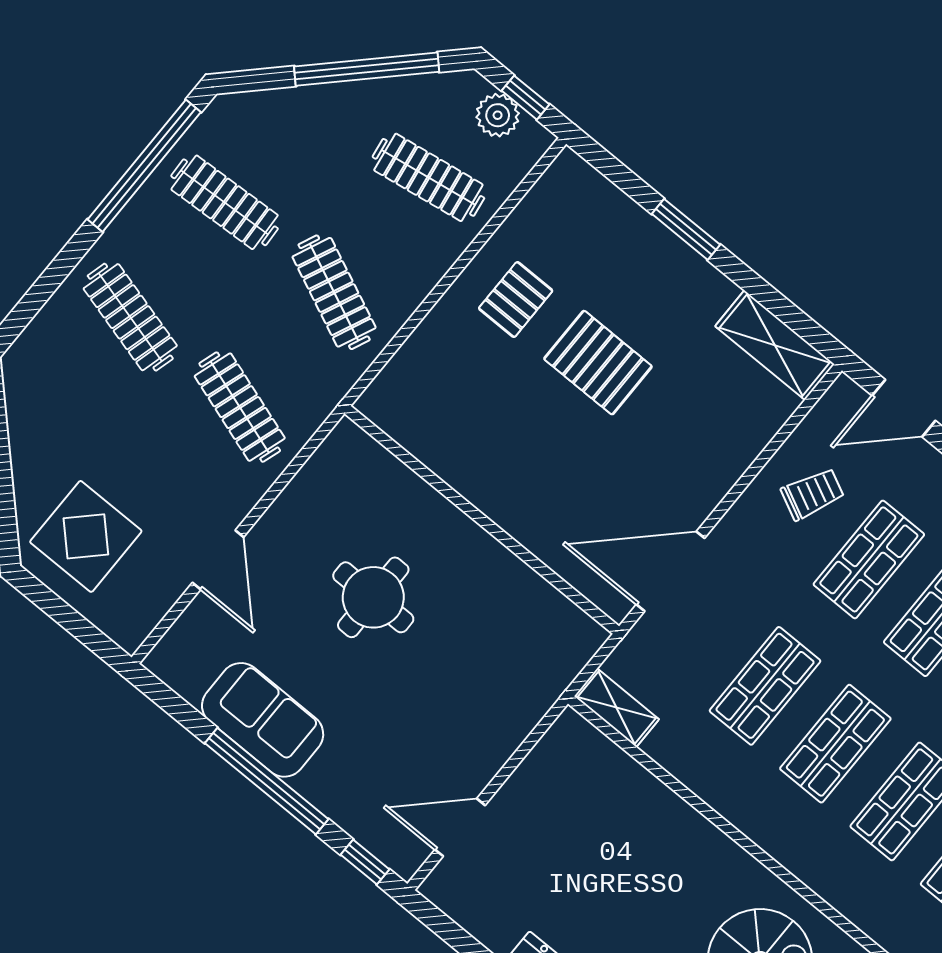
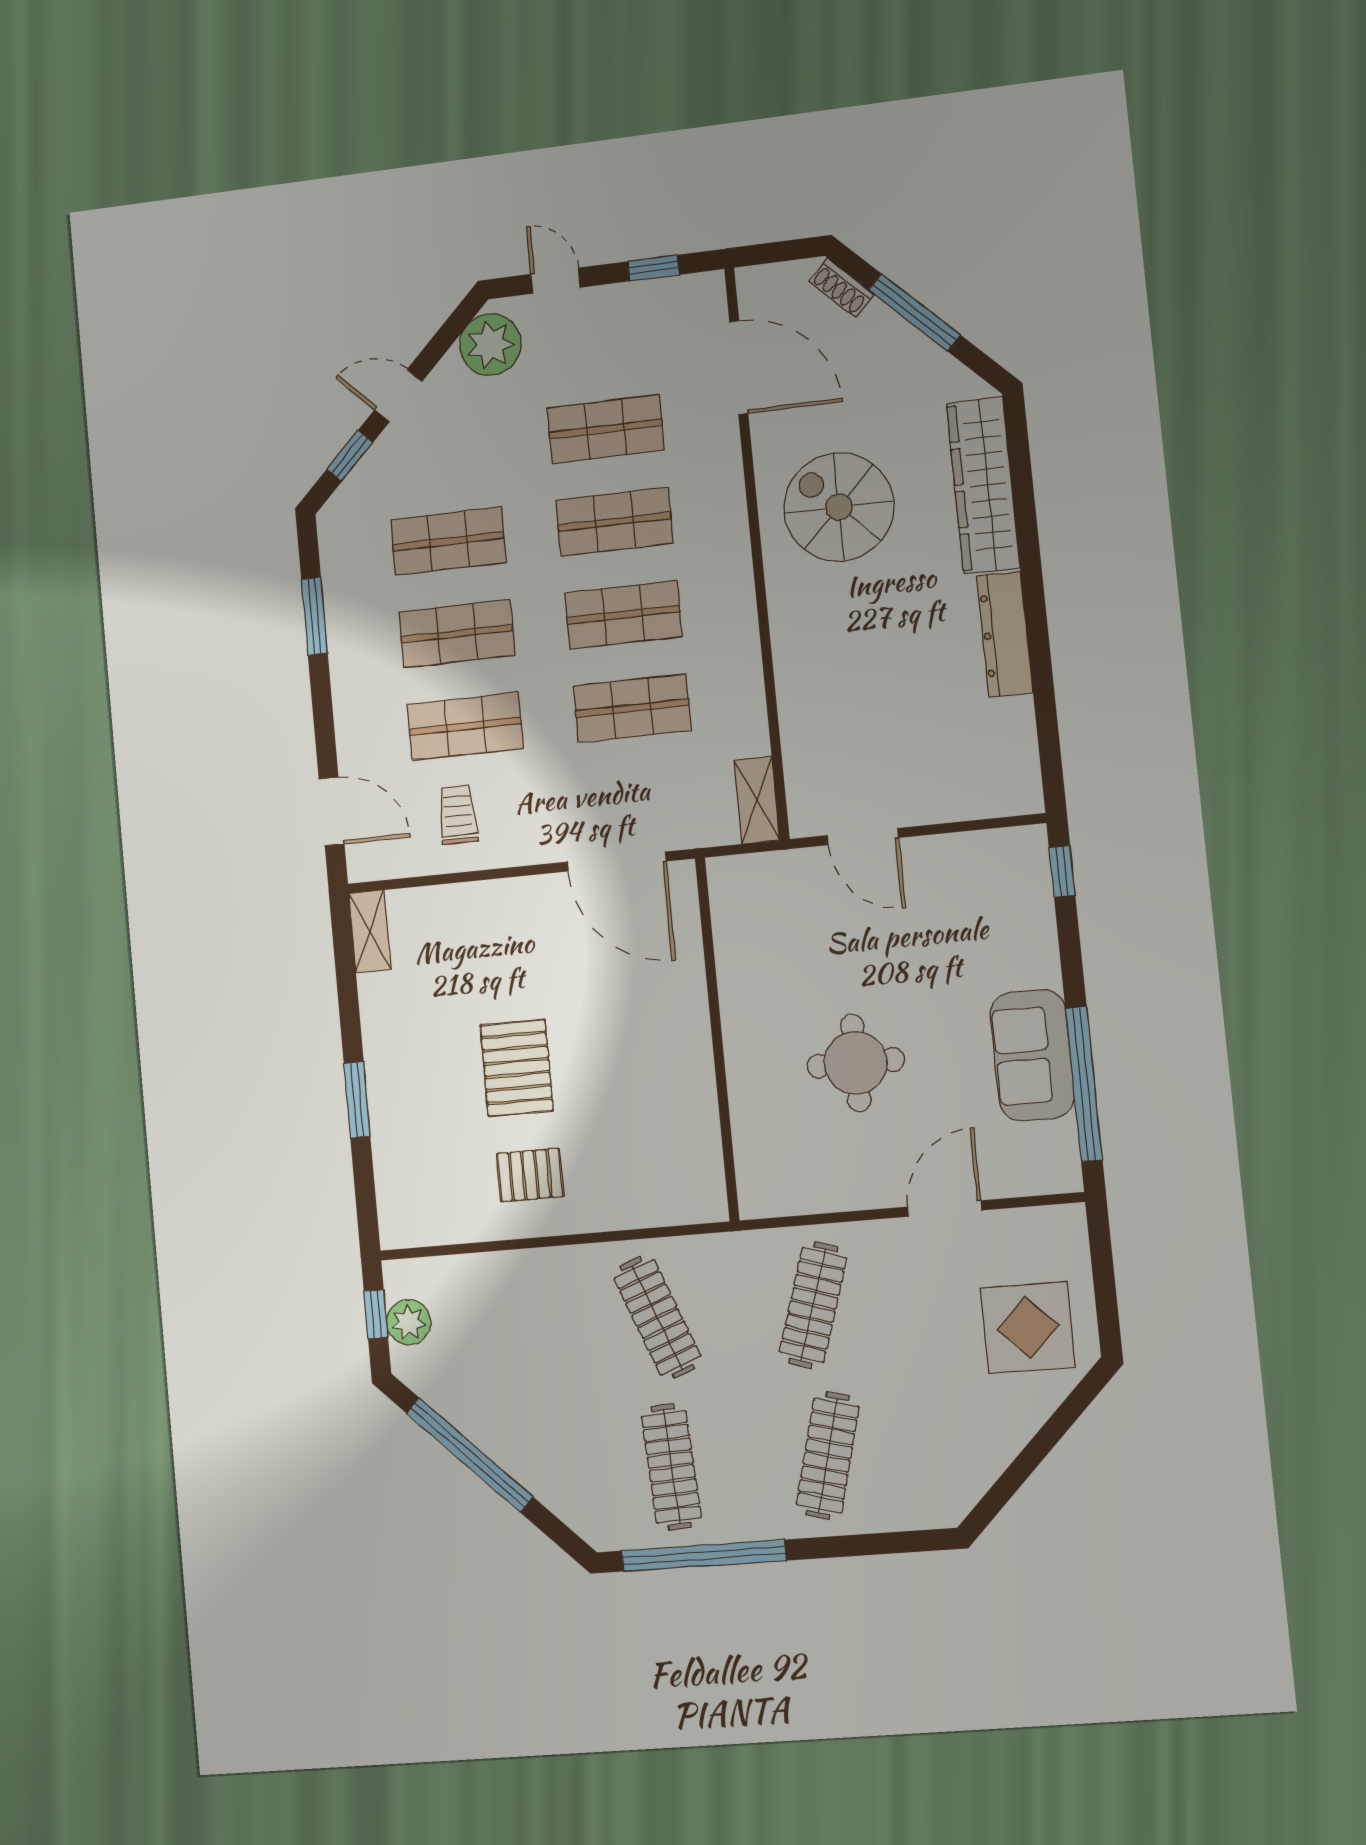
clothes rail: (428, 177) -> (504, 1329), removed
clothes rail: (334, 292) -> (657, 1317), turned -45
shelving: (775, 345) -> (370, 931), width x0.67, depth x0.75
trolley: (813, 494) -> (458, 815), turned 64
window: (267, 781) -> (1084, 1084), moved
door: (460, 827) -> (863, 837), moved

